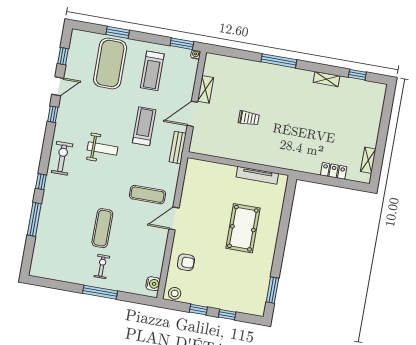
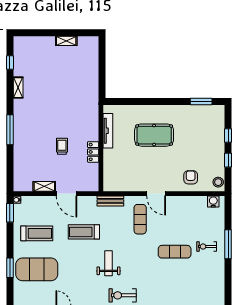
bench: (178, 148) -> (110, 201), moved
shelving: (368, 160) -> (66, 41), moved
locker: (334, 171) -> (93, 152), moved

